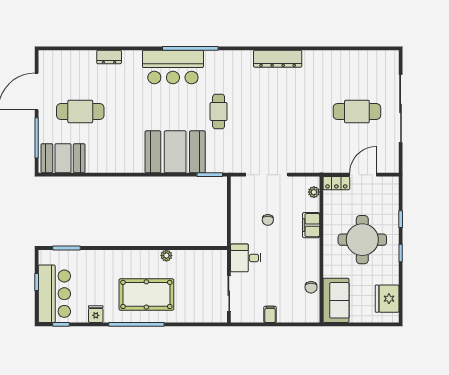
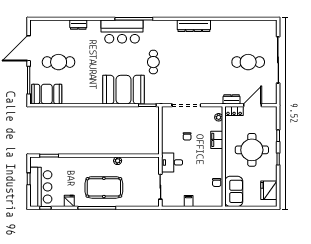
dresser: (333, 166) -> (232, 99), added

